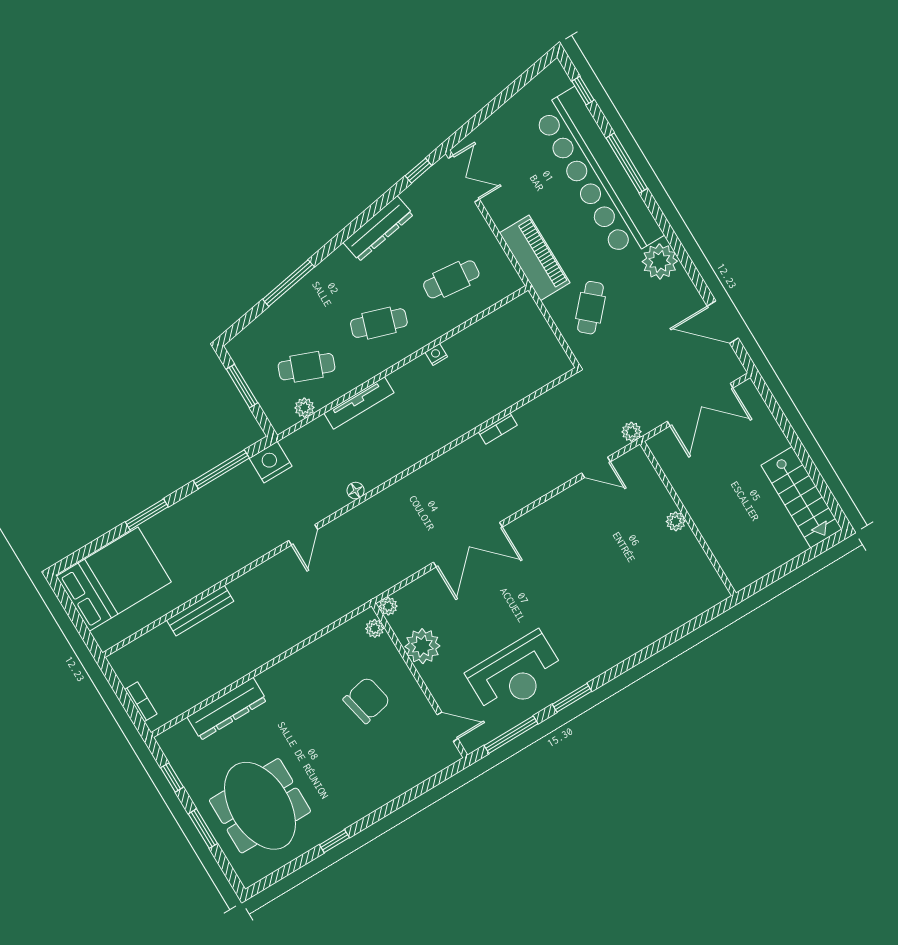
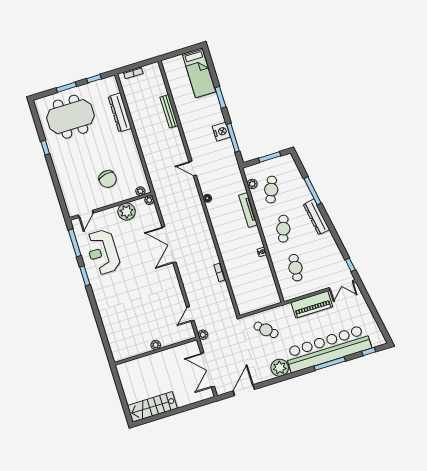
dresser: (378, 228) -> (316, 217), moved
piano: (535, 258) -> (312, 304), moved
nightstand: (271, 462) -> (221, 132), moved
bed: (114, 579) -> (199, 73), width x0.67

